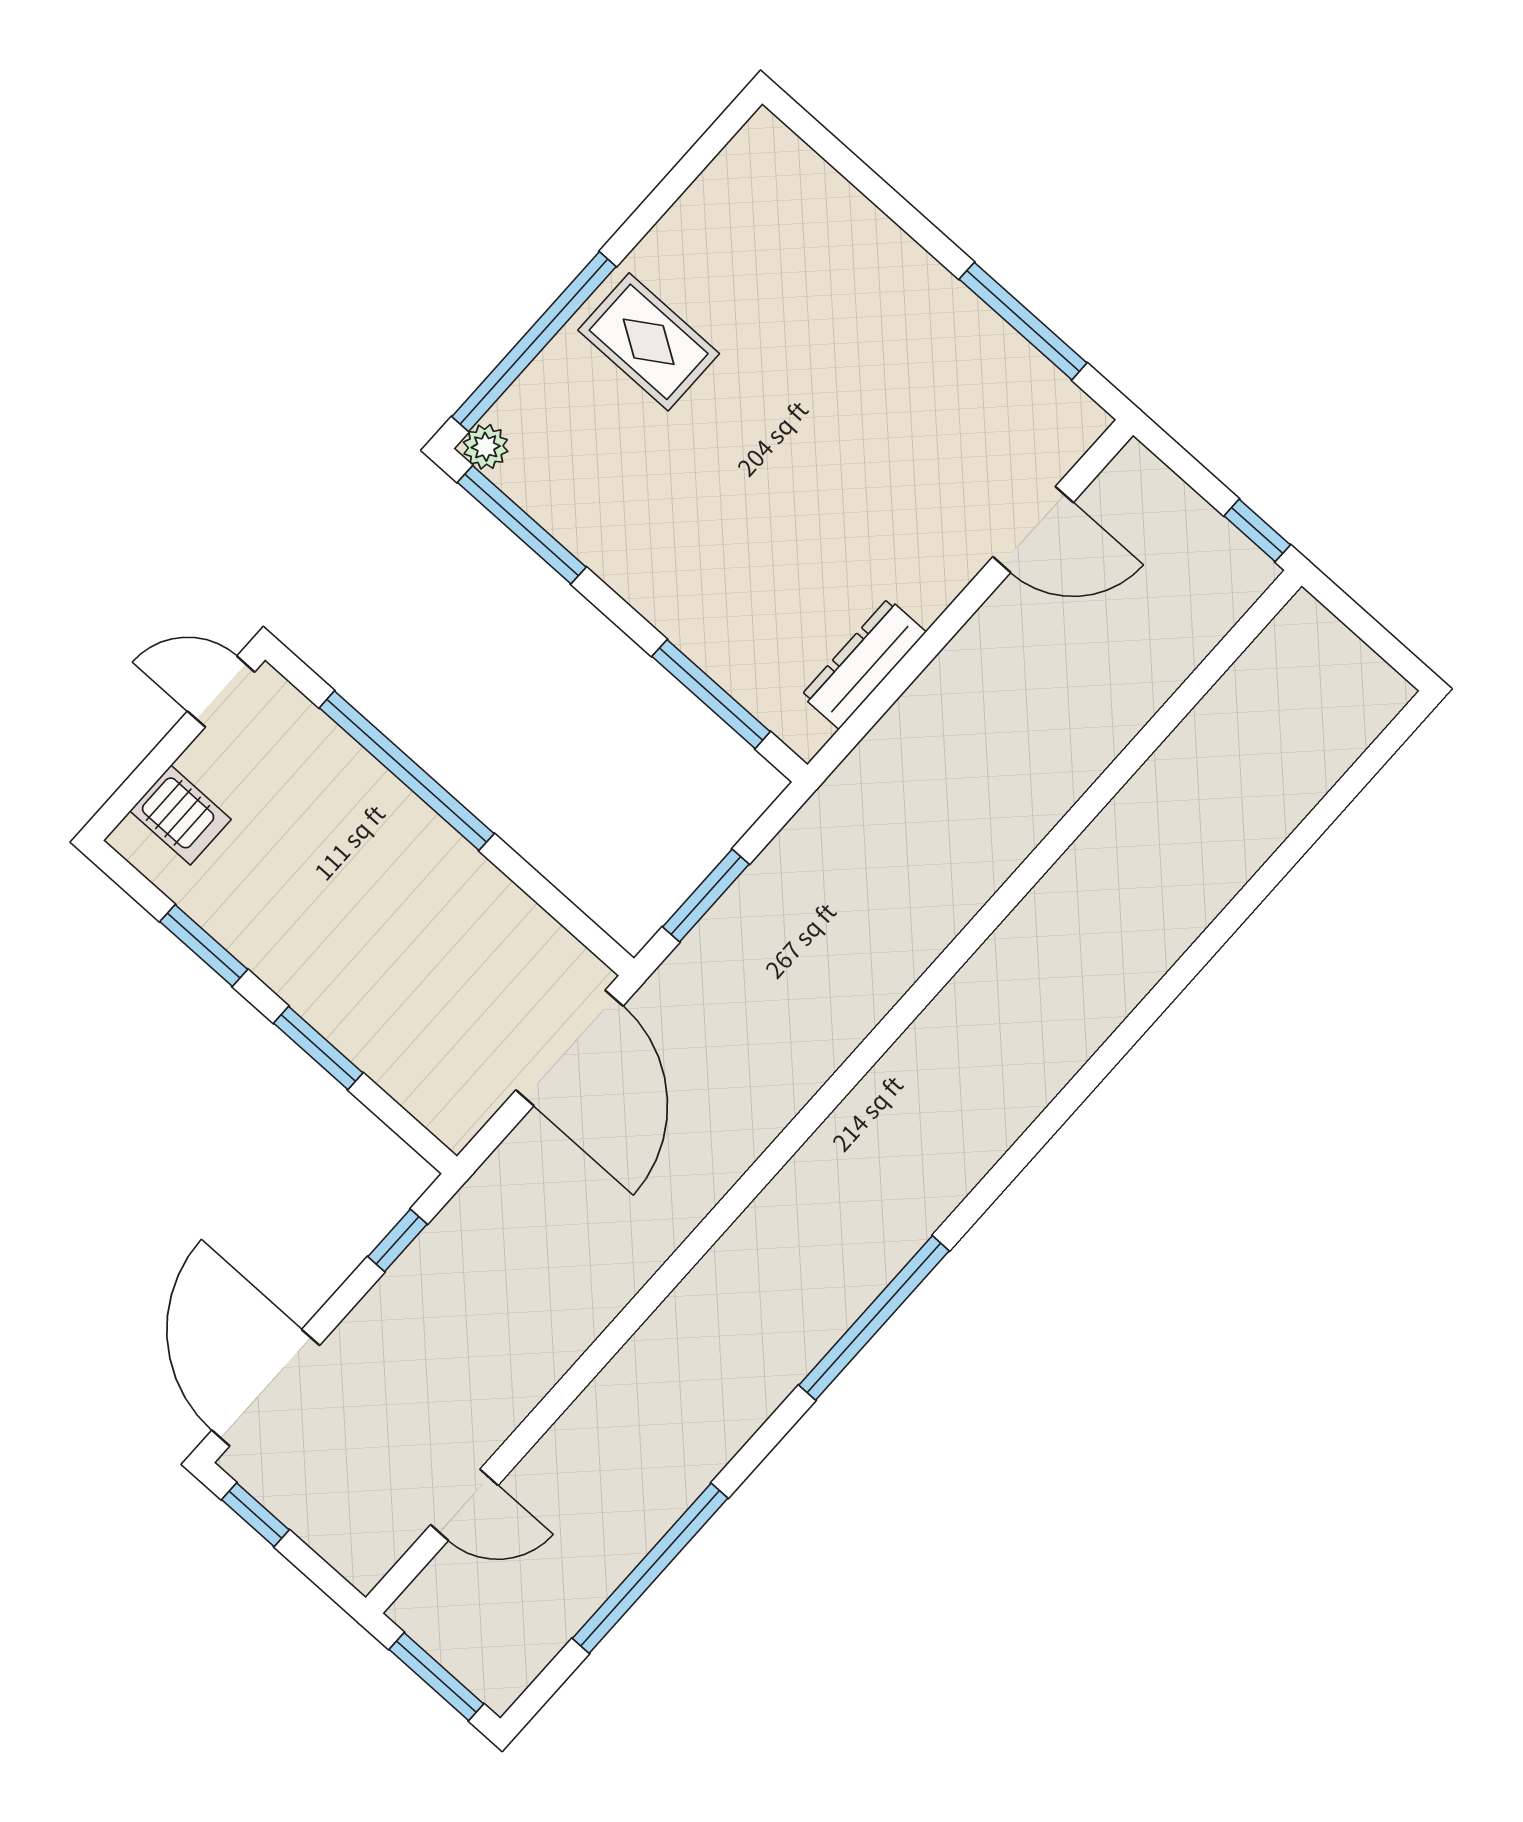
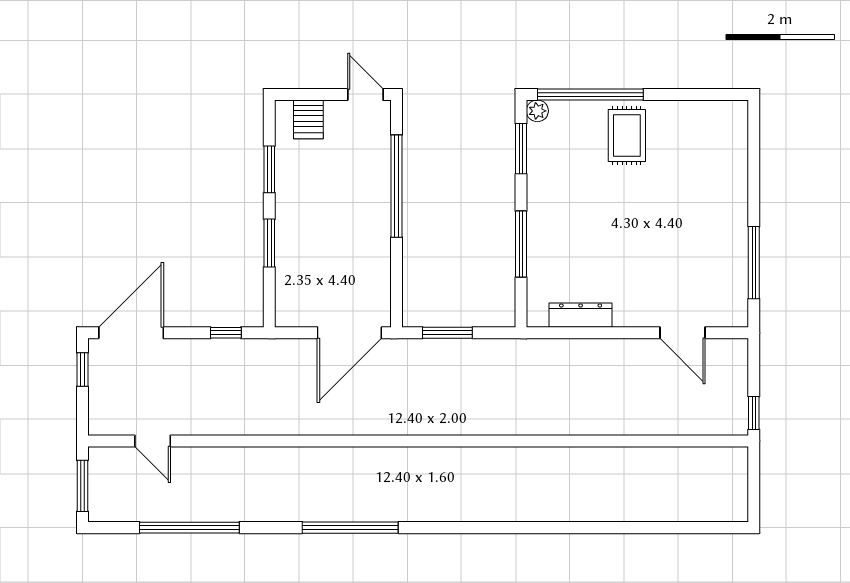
window: (522, 525) -> (521, 149), width x0.69
window: (711, 694) -> (521, 244), moved

